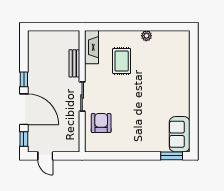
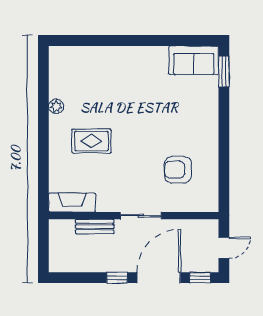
fireplace: (92, 47) -> (72, 203), moved
bench: (74, 63) -> (95, 227), moved
wall: (82, 91) -> (134, 216), moved
sliding door: (82, 96) -> (141, 216), moved

